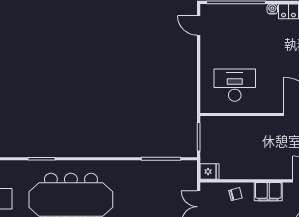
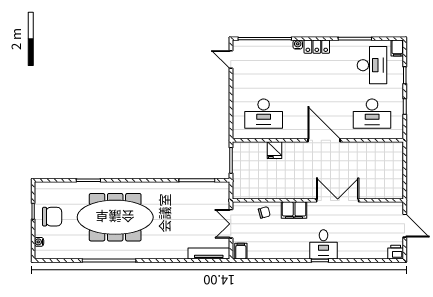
desk: (235, 85) -> (264, 114), turned 180
fridge: (210, 172) -> (275, 150), moved, turned 90

